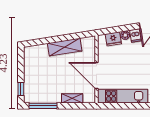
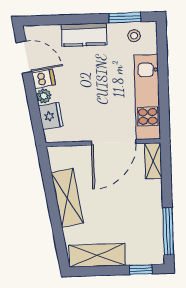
shelving: (30, 64) -> (97, 255), added
shelving: (72, 98) -> (153, 161), moved

